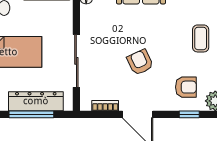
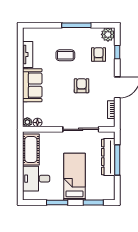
coffee table: (201, 38) -> (65, 55), moved
armchair: (140, 62) -> (82, 86), turned 115

